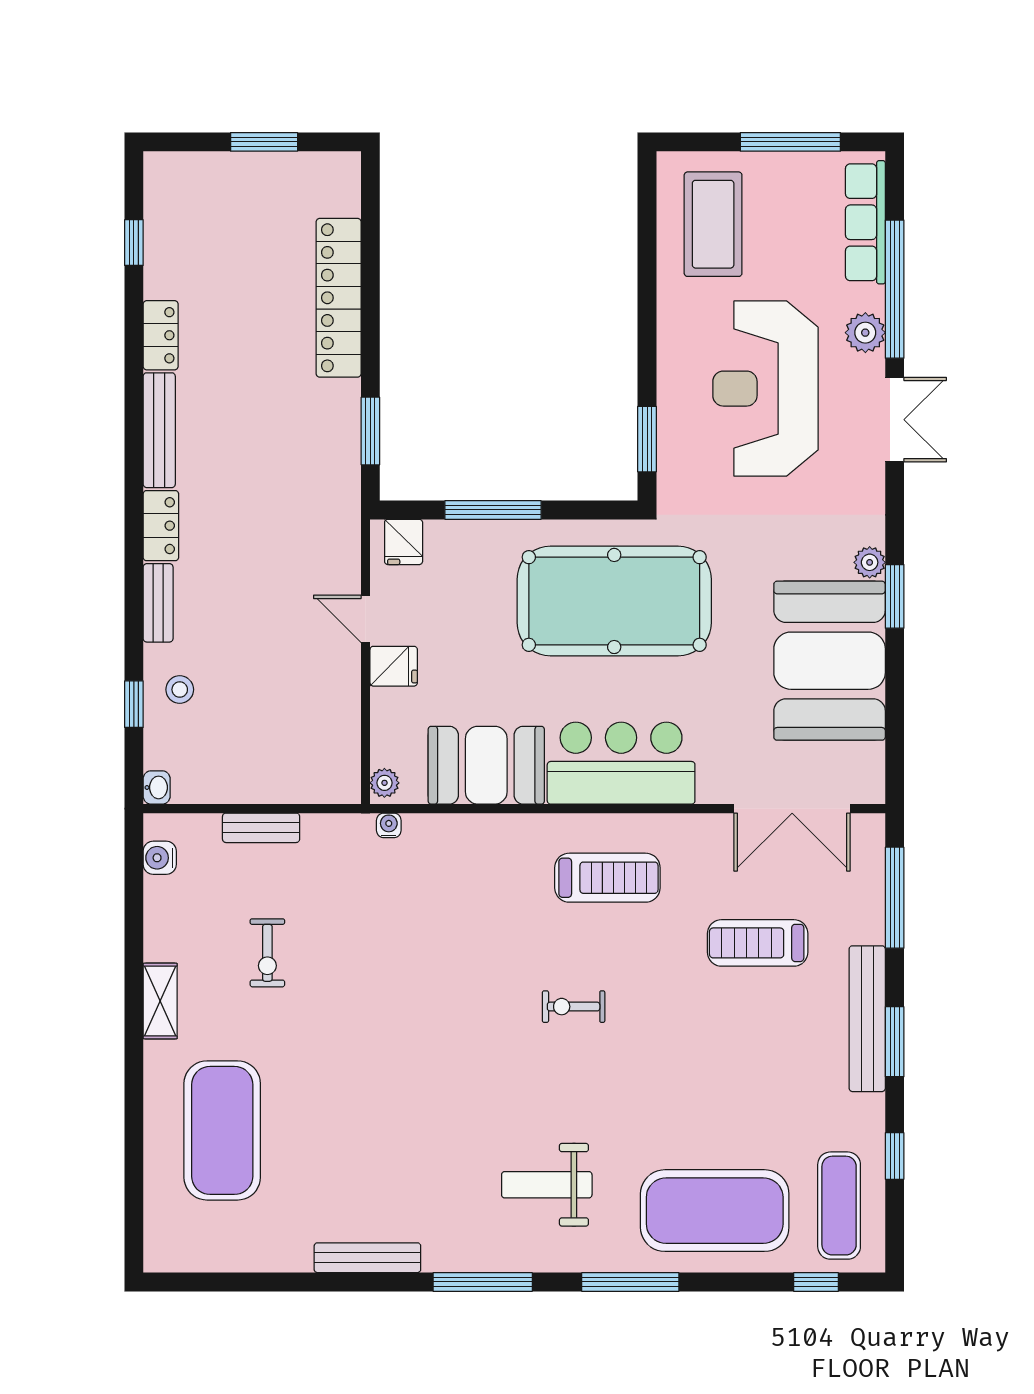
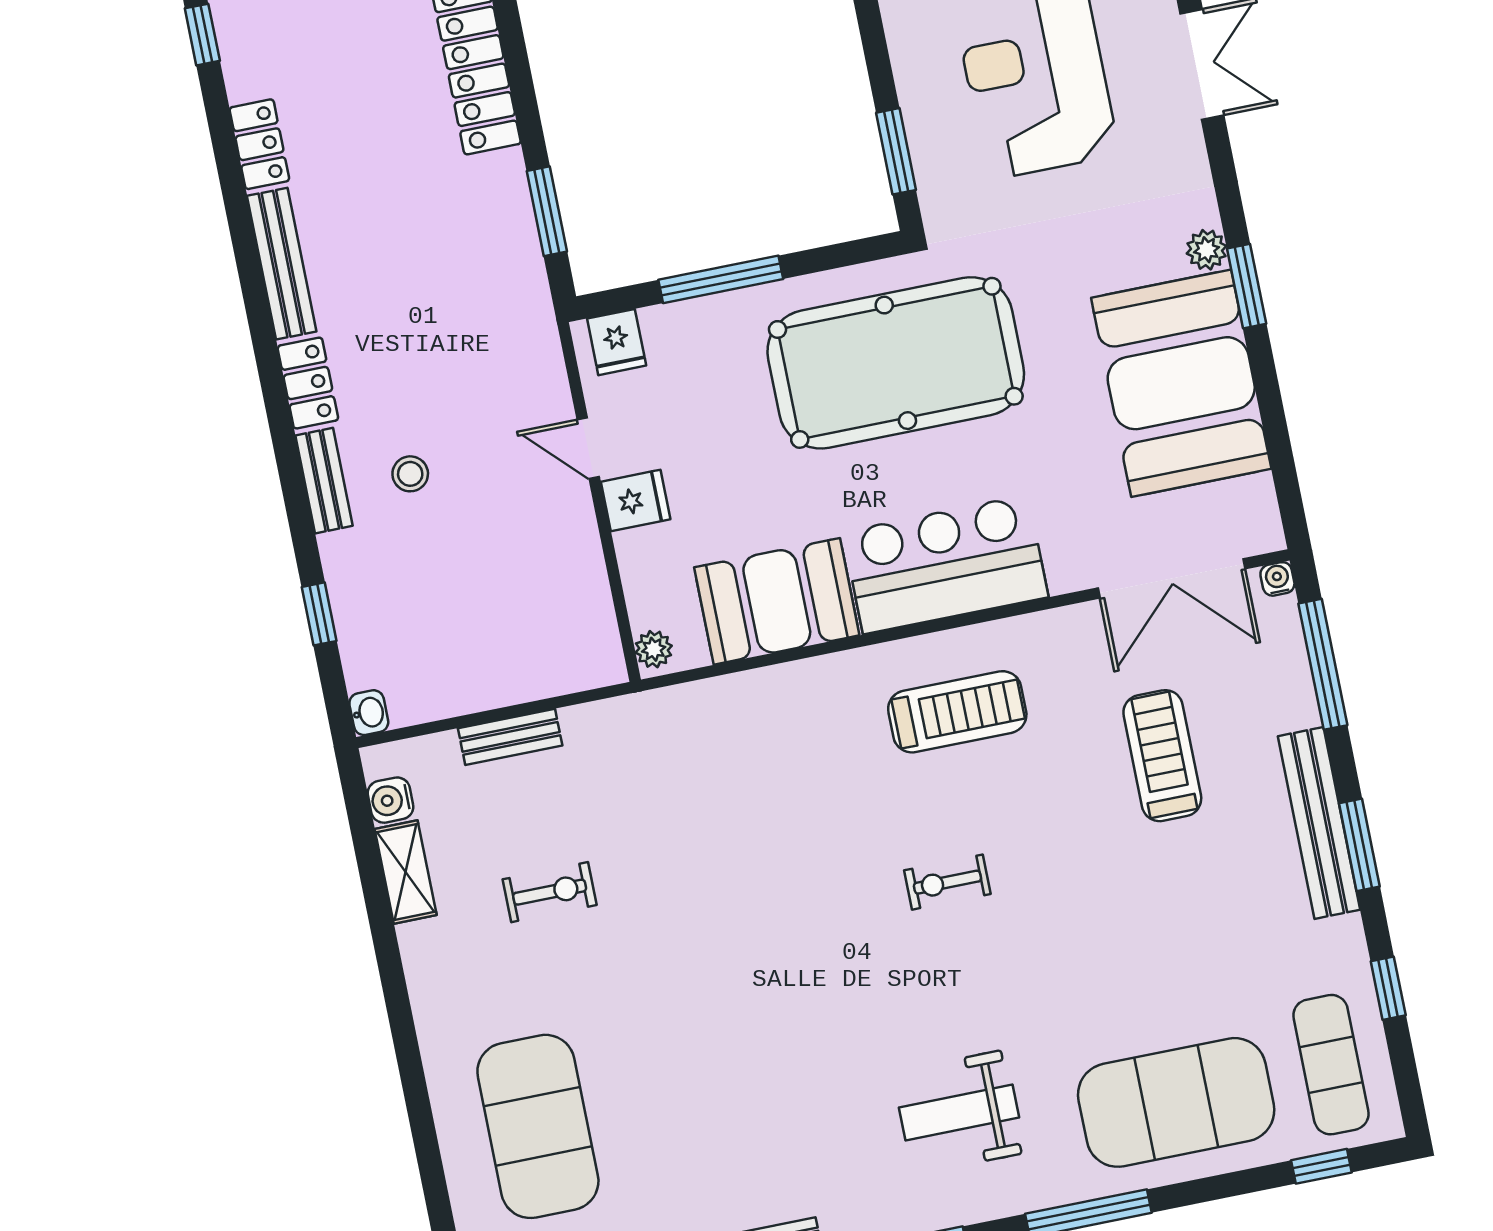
stool: (180, 690) -> (410, 474), moved
water cooler: (389, 825) -> (1277, 579), moved
treadmill: (758, 943) -> (1162, 756), turned 90
exercise bike: (267, 953) -> (550, 892), turned -90
shelving: (160, 1001) -> (406, 872), moved

